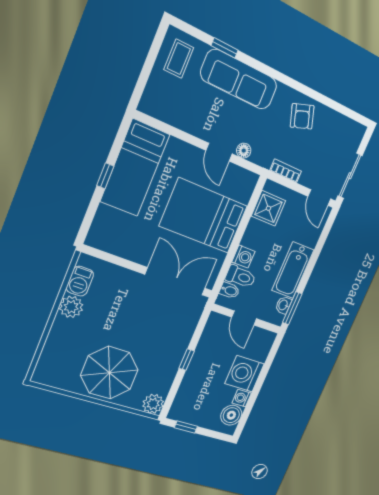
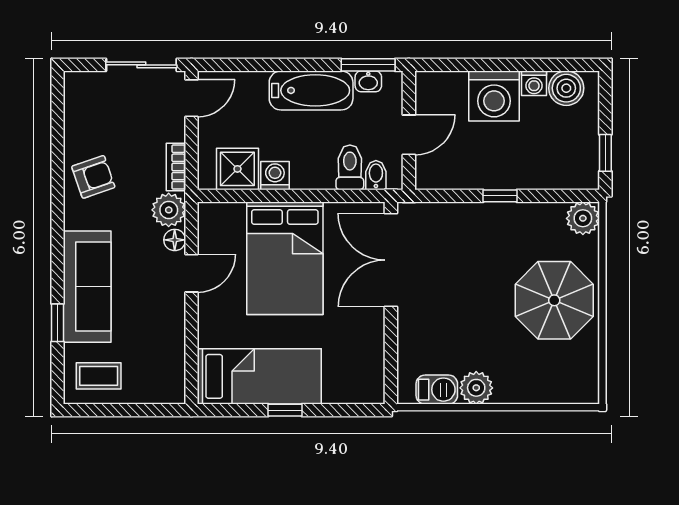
plant: (263, 155) -> (169, 210), added
washing machine: (243, 257) -> (275, 176), moved

